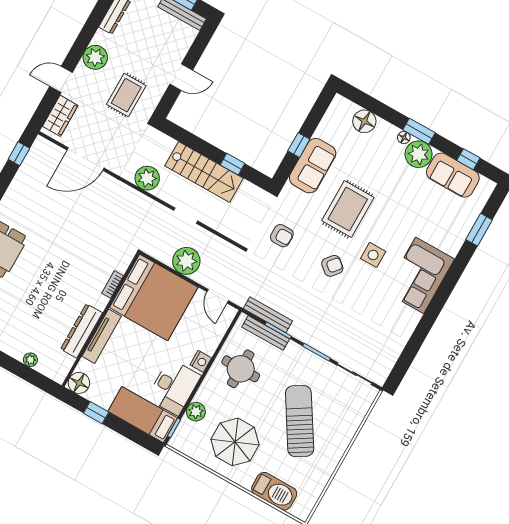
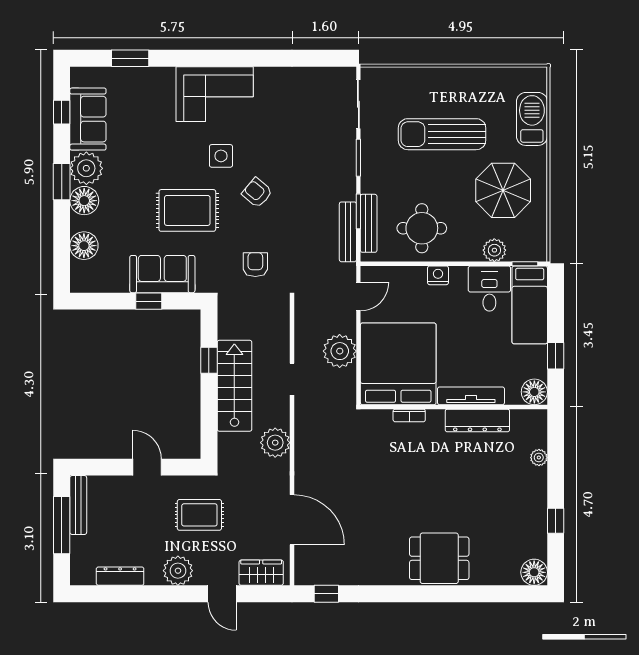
floor lamp: (404, 138) -> (84, 201), width x1.89, depth x1.89
desk: (174, 387) -> (489, 289), width x0.73
sun lounger: (300, 421) -> (442, 134), turned 32

